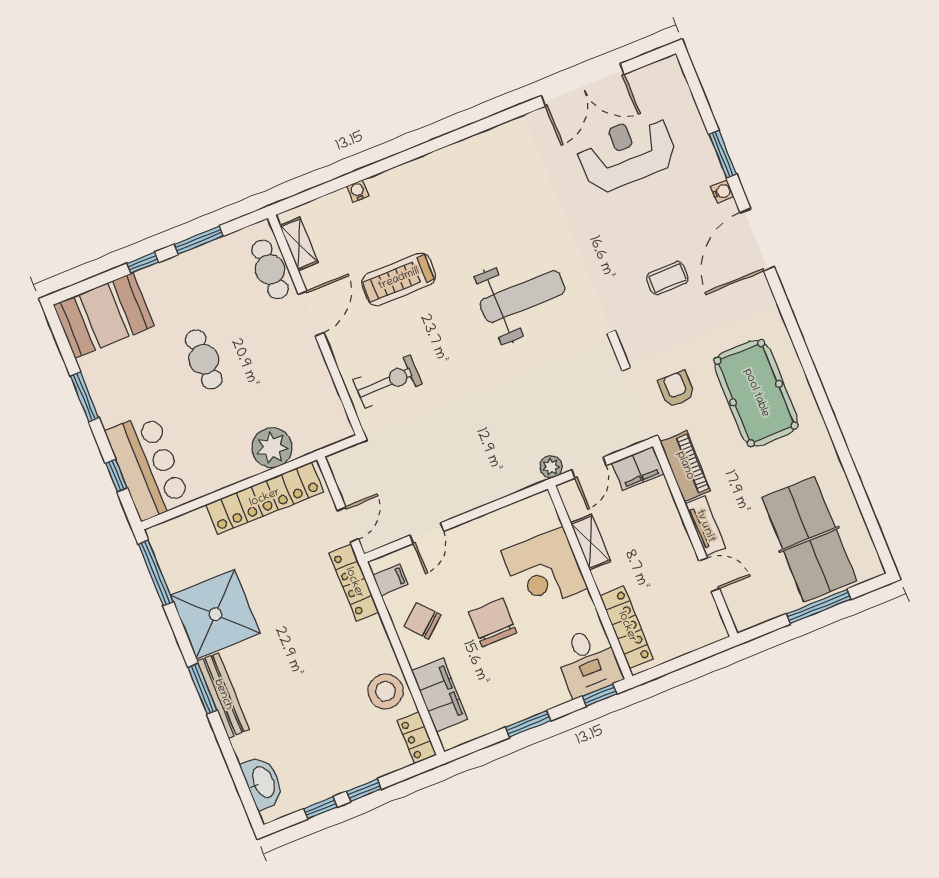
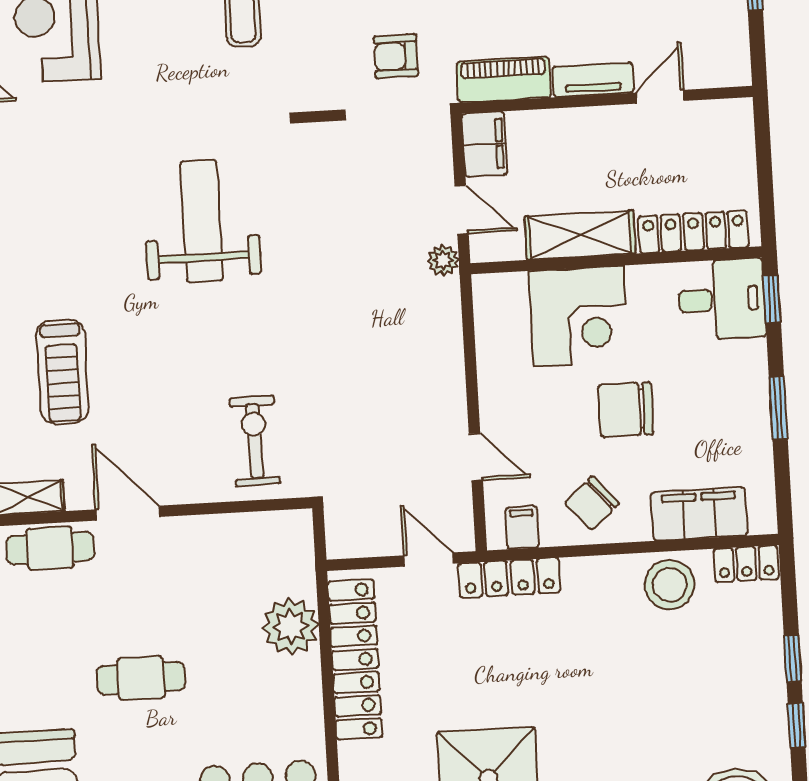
treadmill: (399, 279) -> (62, 372), moved
shelving: (590, 542) -> (580, 235), width x1.50, depth x1.33

